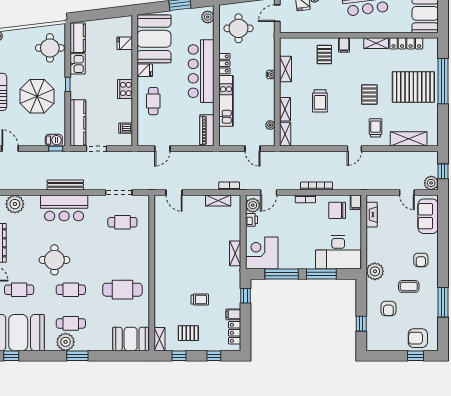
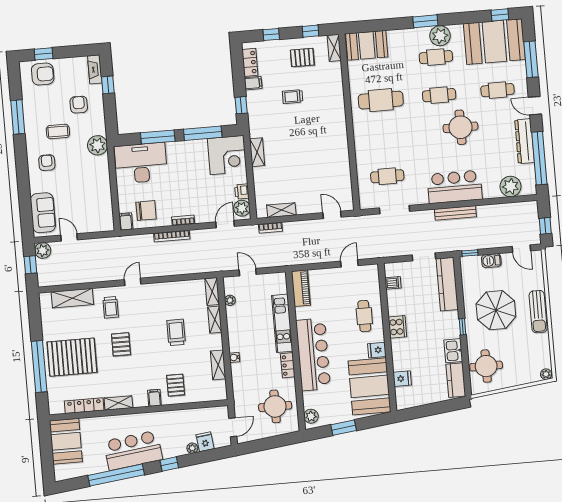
barbecue: (54, 140) -> (491, 261), moved
fireplace: (372, 215) -> (95, 69), moved

